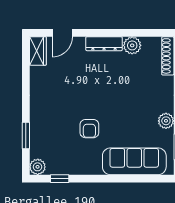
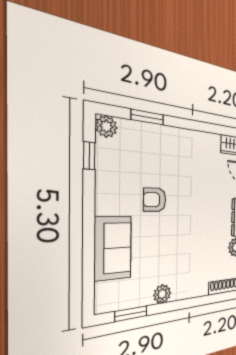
sofa: (134, 161) -> (113, 248), width x0.73

